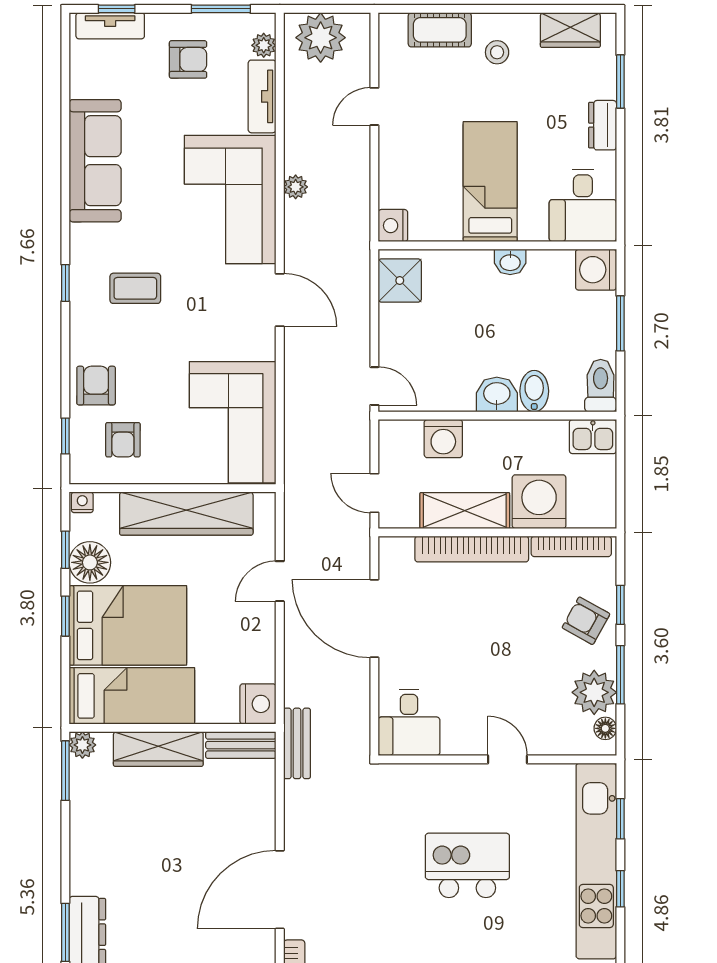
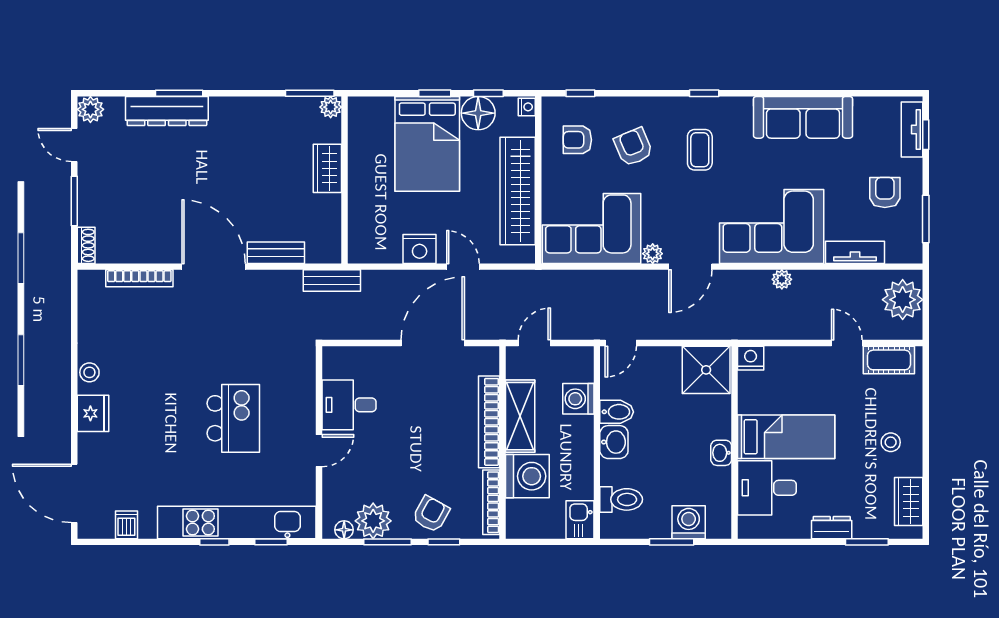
cot: (440, 30) -> (889, 360), moved, turned 90
plant: (264, 45) -> (653, 254), moved
armchair: (188, 59) -> (885, 192), turned 180
desk: (583, 205) -> (767, 488), moved
washing machine: (596, 270) -> (689, 522), moved
shower: (400, 280) -> (706, 370), width x1.36, depth x1.36
armchair: (96, 386) -> (633, 147), moved, turned -113
toilet: (601, 386) -> (621, 499), moved
bidet: (534, 391) -> (617, 412), moved
bed: (132, 696) -> (370, 147), removed
nightstand: (258, 704) -> (420, 249), moved
desk: (409, 722) -> (349, 405), moved
bench: (241, 745) -> (276, 253), moved, turned 90
wardrobe: (158, 749) -> (327, 168), width x0.67

